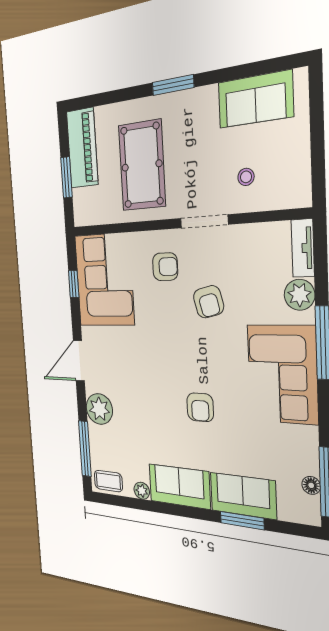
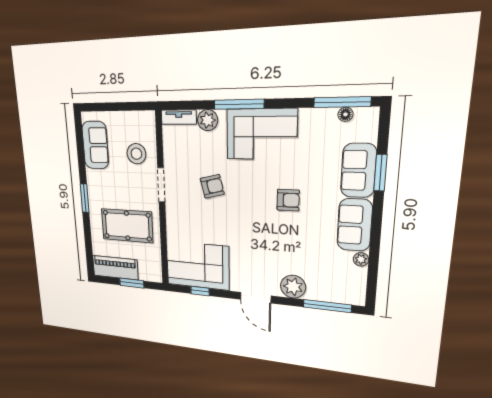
stool: (246, 177) -> (136, 154), width x1.89, depth x1.89
armchair: (165, 267) -> (189, 217), removed
coffee table: (108, 481) -> (354, 289), removed

